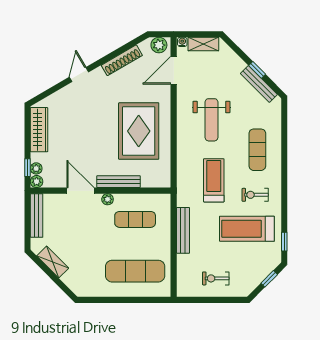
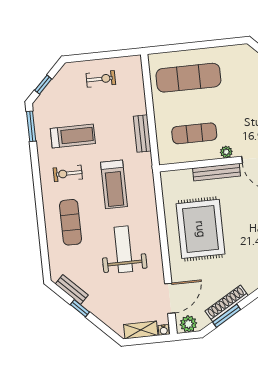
window: (123, 49) -> (227, 316), added
bench: (259, 84) -> (72, 290), width x0.73
exercise bike: (255, 195) -> (68, 173), turned 180
treadmill: (247, 229) -> (73, 136), width x0.73, depth x0.73
bench: (183, 230) -> (142, 134), width x0.73
window: (284, 242) -> (31, 126), width x1.50

